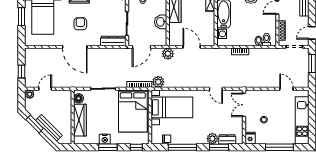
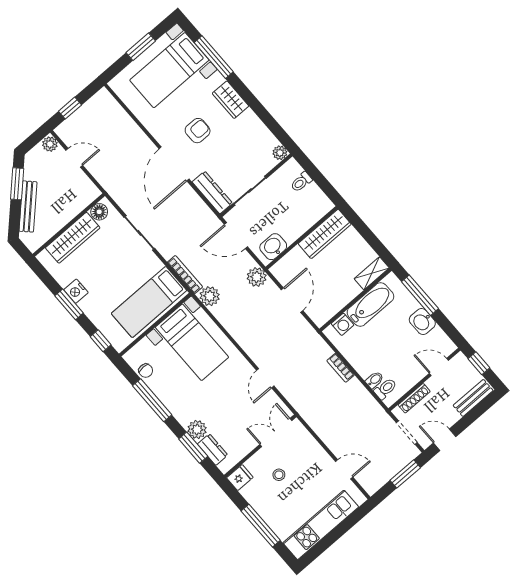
washbasin: (161, 22) -> (273, 247), moved
door: (75, 47) -> (174, 164), moved
door: (286, 89) -> (344, 469), hinge flipped
bed: (133, 111) -> (149, 302), width x0.67

